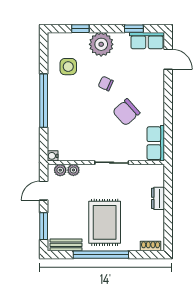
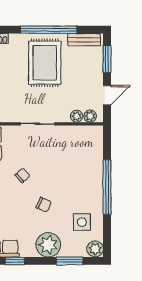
window: (80, 29) -> (70, 261), width x1.50
plant: (55, 40) -> (95, 249), added
chair: (126, 112) -> (23, 175), width x0.54, depth x0.54
water cooler: (53, 156) -> (98, 131), removed

